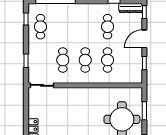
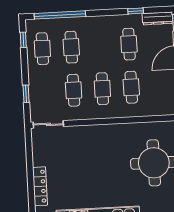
cafe table: (63, 27) -> (71, 47), added

